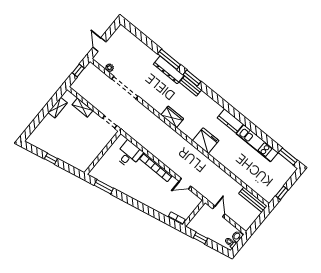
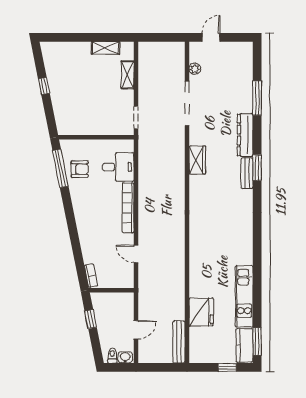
window: (169, 59) -> (257, 98), moved
window: (78, 71) -> (164, 37), removed
wardrobe: (172, 117) -> (197, 160), moved
kitchen counter: (230, 121) -> (244, 345), moved
fridge: (206, 141) -> (201, 312), moved
armchair: (113, 177) -> (80, 169), added
window: (104, 187) -> (60, 168), width x1.44
window: (282, 193) -> (227, 367), moved
door: (219, 211) -> (136, 330), moved

